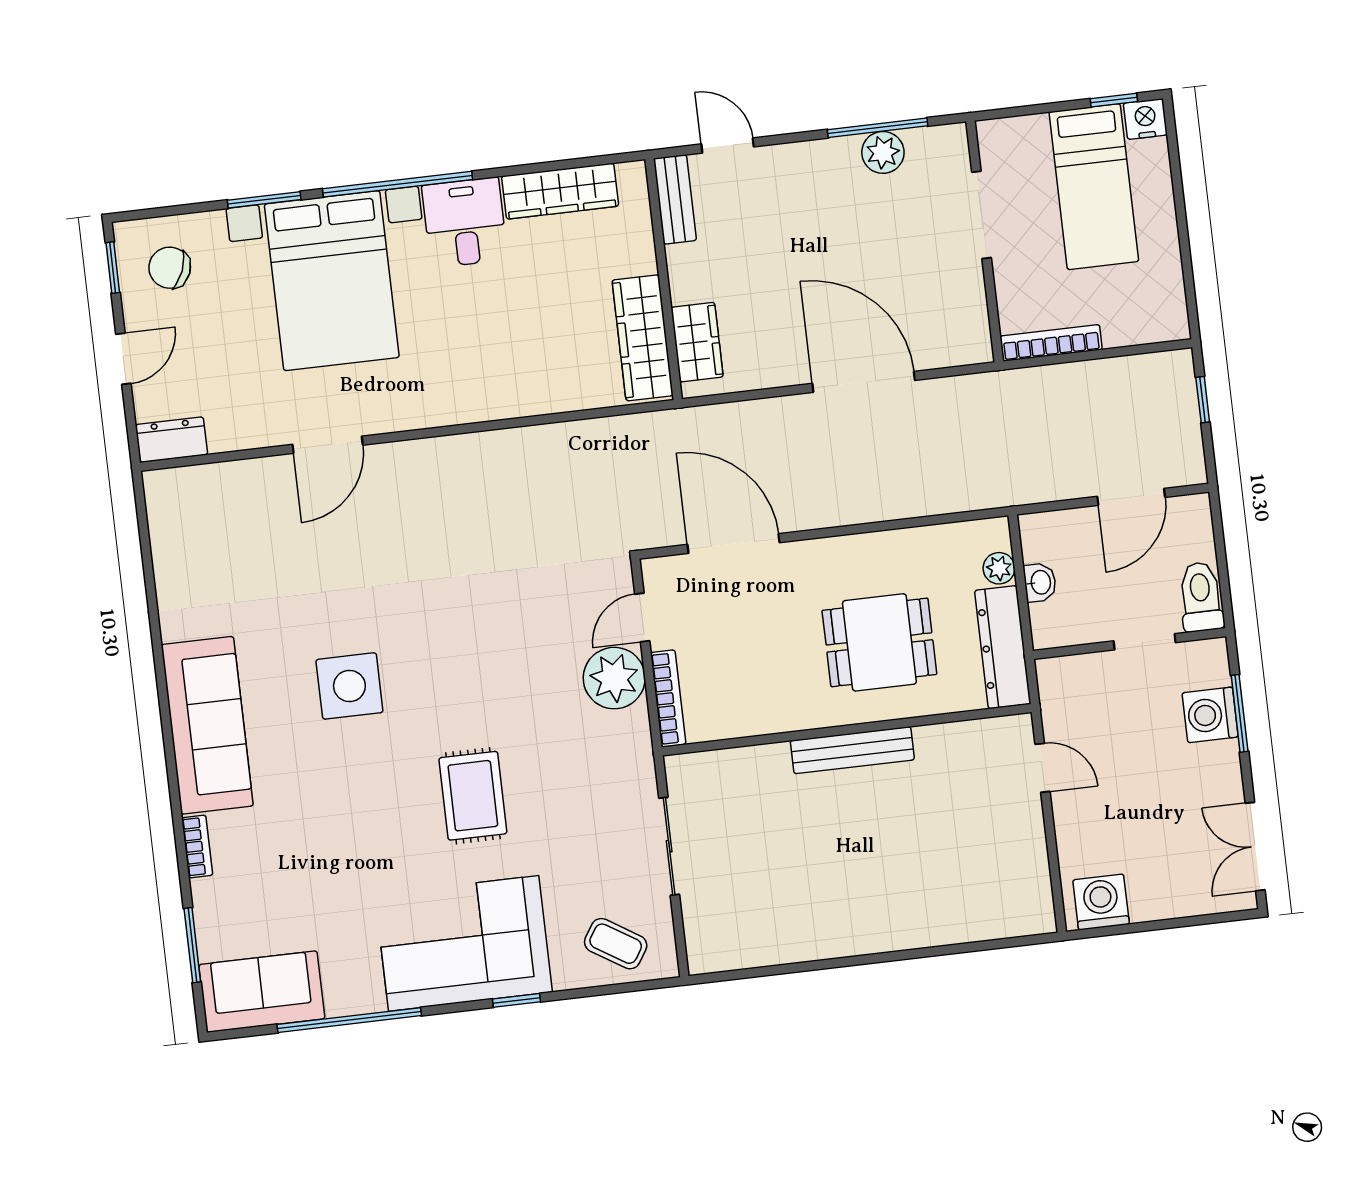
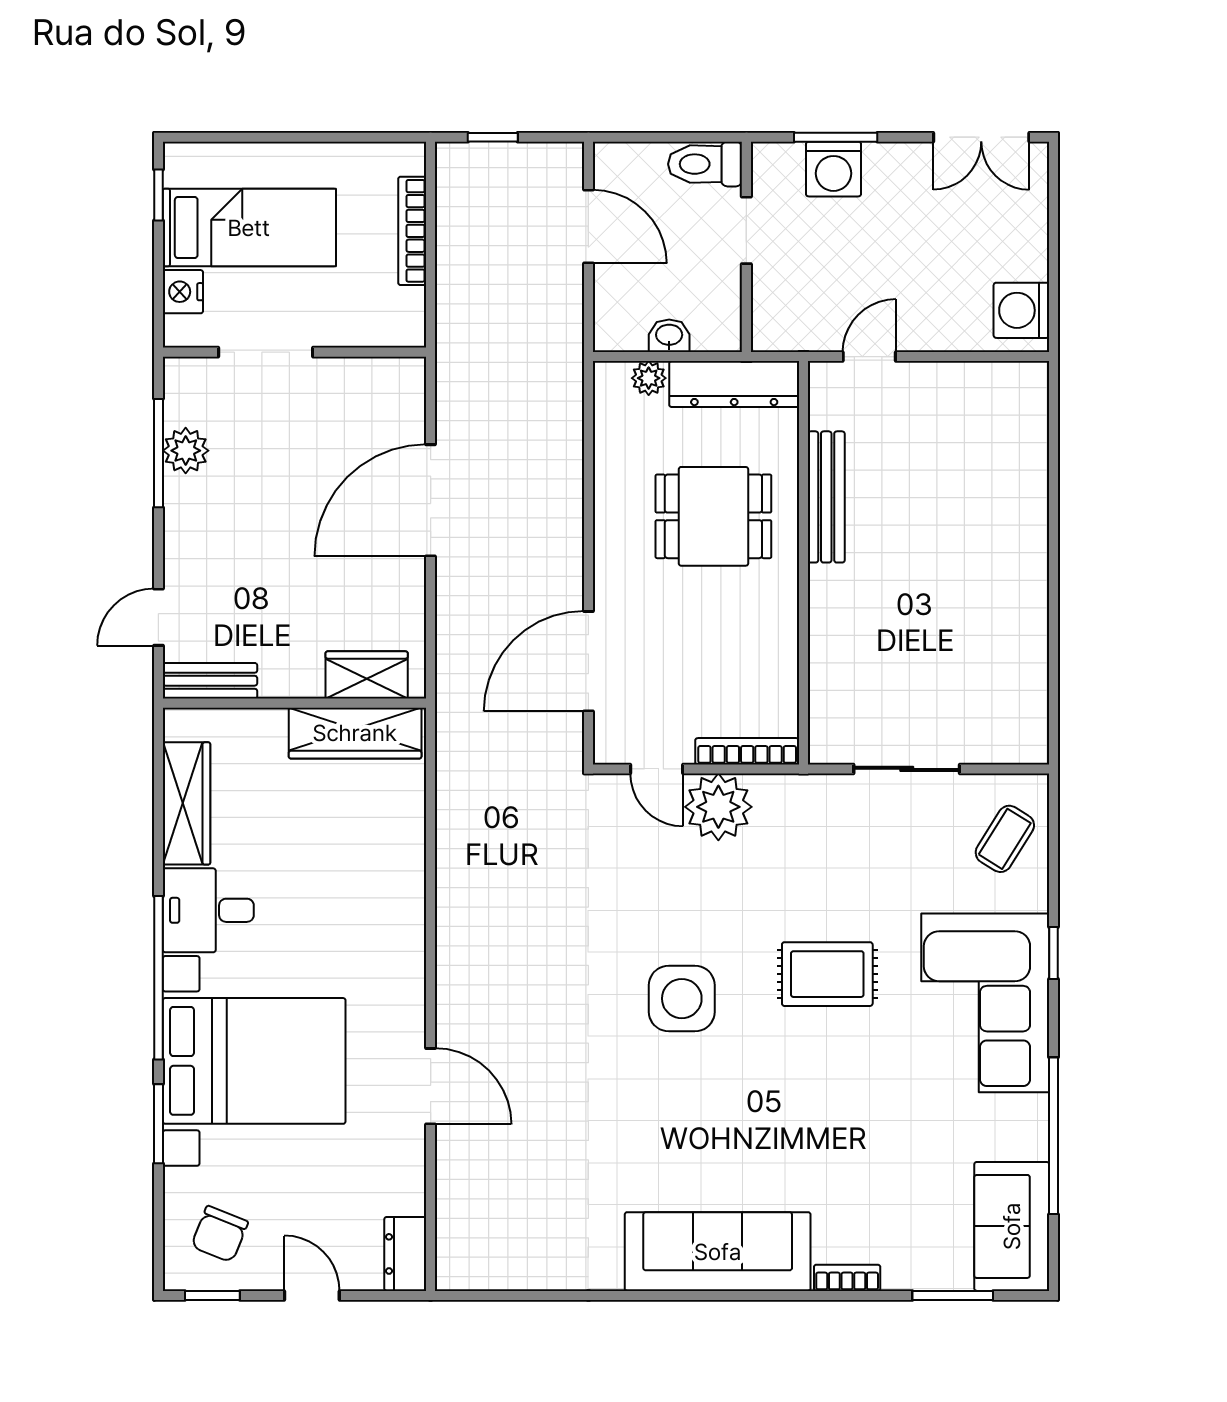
nightstand: (1145, 119) -> (183, 292), moved
bookcase: (1051, 343) -> (412, 231), moved
dining table: (879, 642) -> (713, 516), turned 90
side table: (349, 686) -> (682, 999), moved
bench: (852, 750) -> (826, 497), moved

